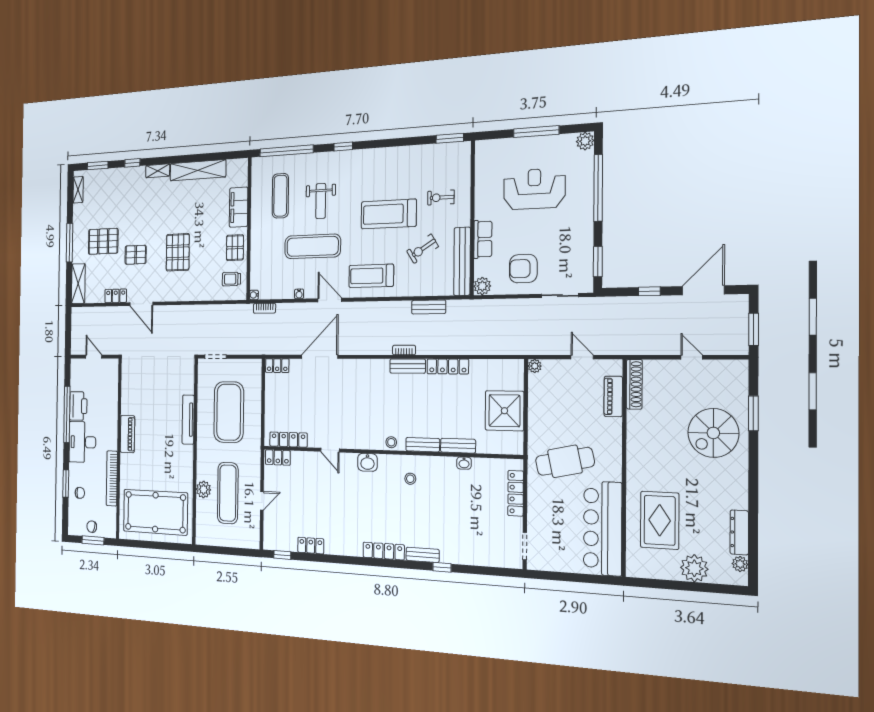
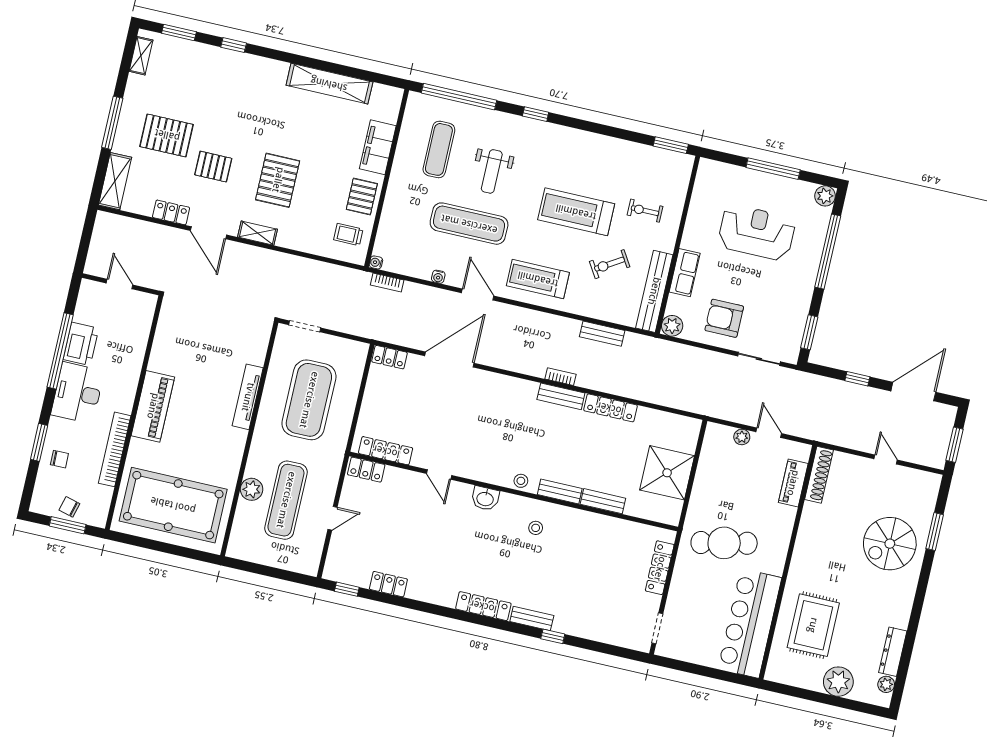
shelving: (158, 171) -> (258, 233), moved
plant: (535, 366) -> (742, 437), moved
piano: (127, 434) -> (153, 406), width x1.37, depth x1.33
washbasin: (464, 463) -> (606, 522), removed

